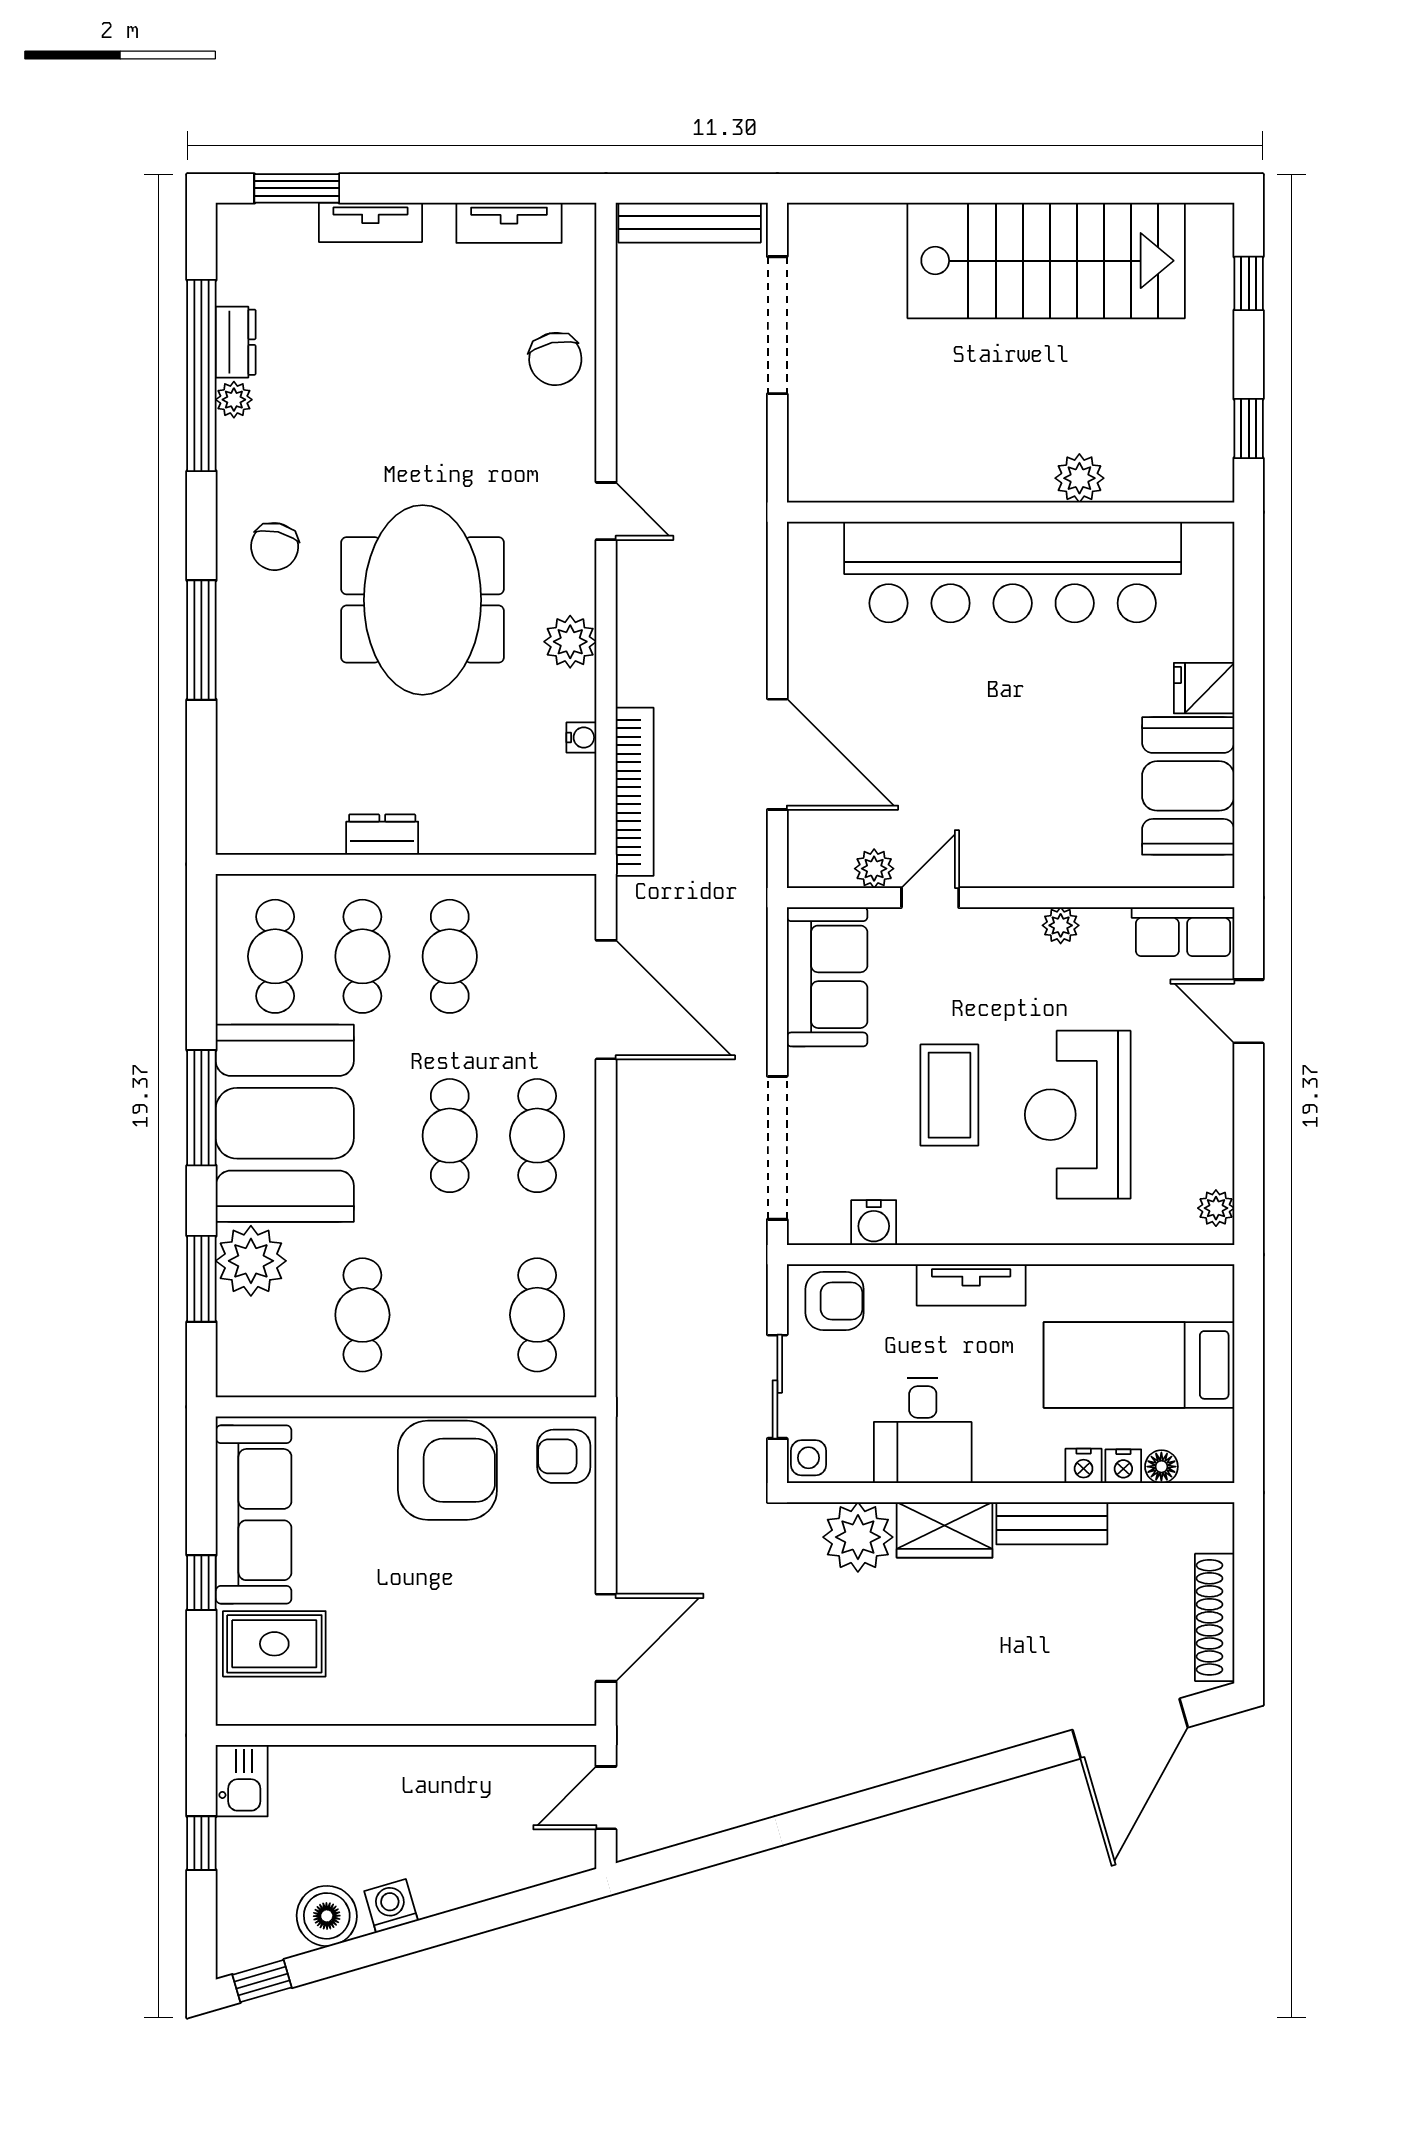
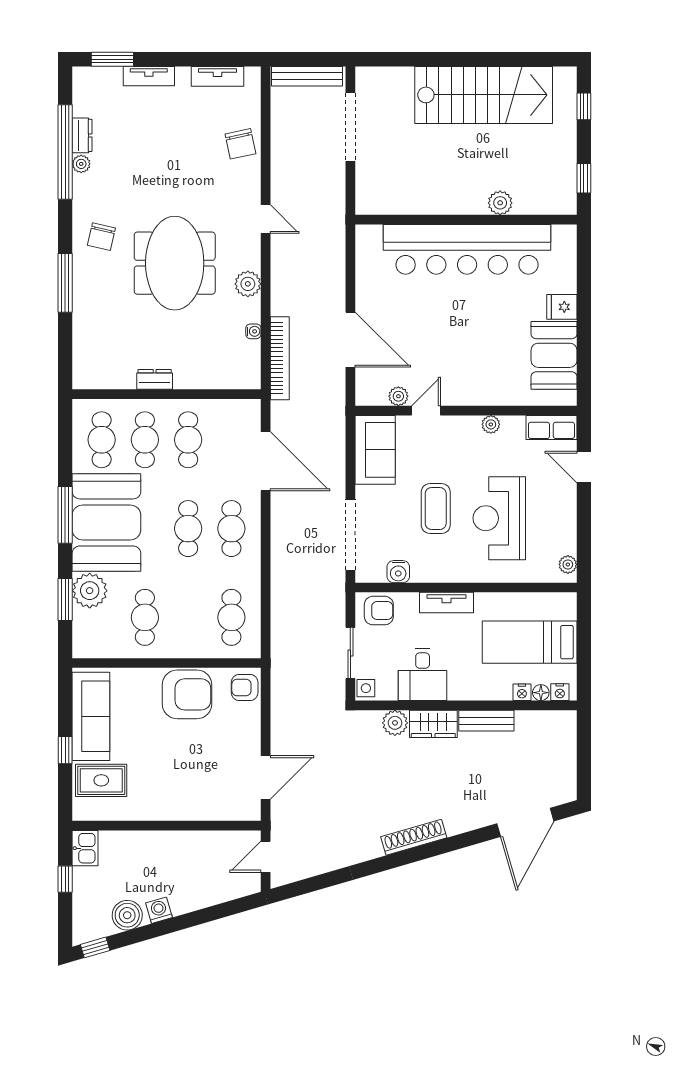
nightstand: (1084, 1466) -> (560, 692), moved
plant: (858, 1537) -> (395, 723), width x0.73, depth x0.73
shoe rack: (1215, 1617) -> (414, 837), moved, turned 74

